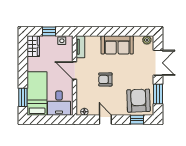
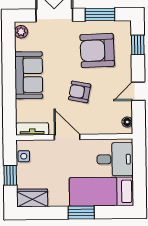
door: (75, 71) -> (67, 137), swing flipped
armchair: (105, 79) -> (80, 92), turned 101
window: (23, 97) -> (81, 212), moved
armchair: (138, 101) -> (97, 50), moved

